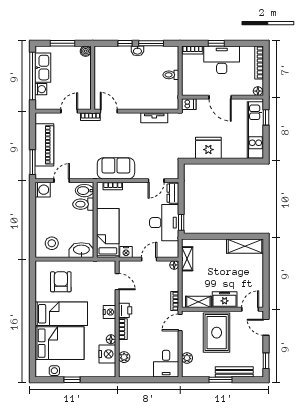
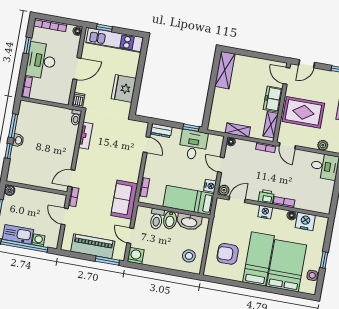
window: (216, 43) -> (27, 45), moved
toilet: (171, 75) -> (76, 117), moved
sofa: (116, 168) -> (124, 200), moved
bidet: (85, 191) -> (170, 220), moved
desk: (164, 223) -> (193, 145), width x0.73
washbasin: (81, 250) -> (189, 222), moved, turned -90
shelving: (187, 259) -> (238, 130), moved
plant: (124, 357) -> (224, 190), moved

